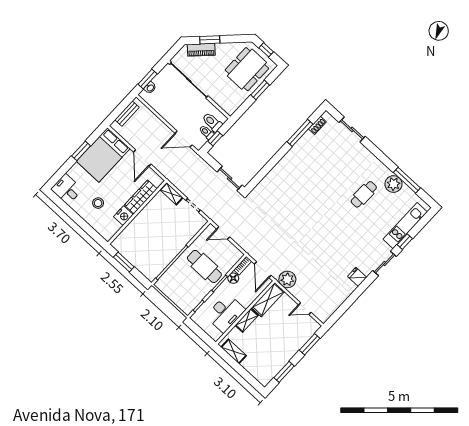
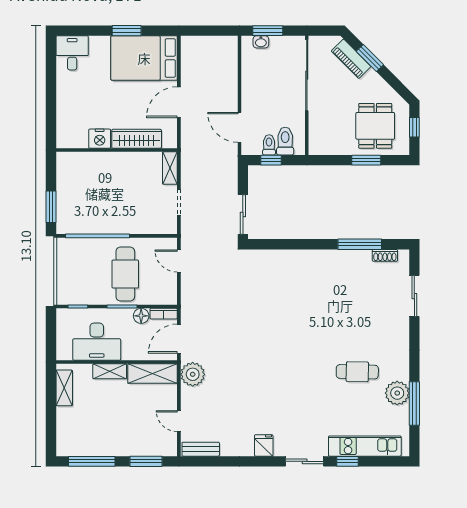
dining table: (247, 69) -> (375, 126), width x0.73
bench: (127, 114) -> (201, 449), moved
stool: (98, 203) -> (88, 100), removed
window: (124, 262) -> (51, 207), moved
window: (284, 372) -> (92, 461), width x1.44

